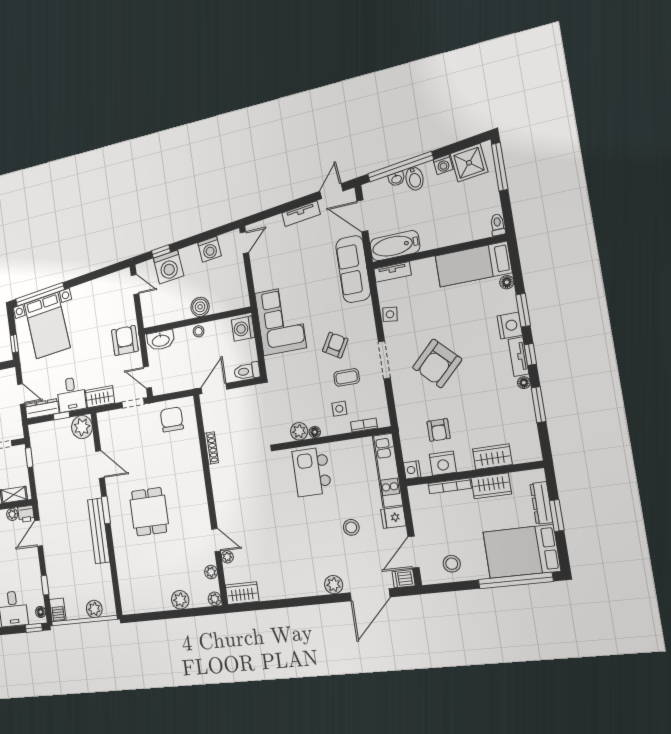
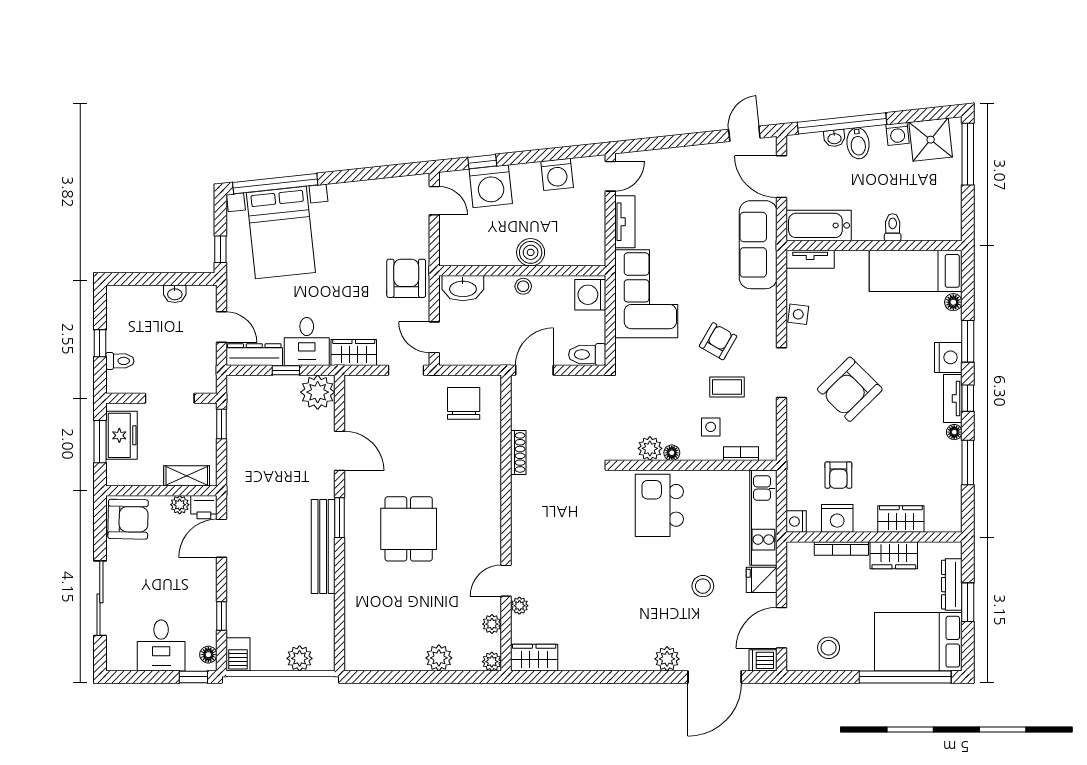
tv unit: (301, 214) -> (625, 222), moved, turned -84
toilet: (498, 225) -> (893, 227), moved
door: (216, 540) -> (506, 581), swing flipped

